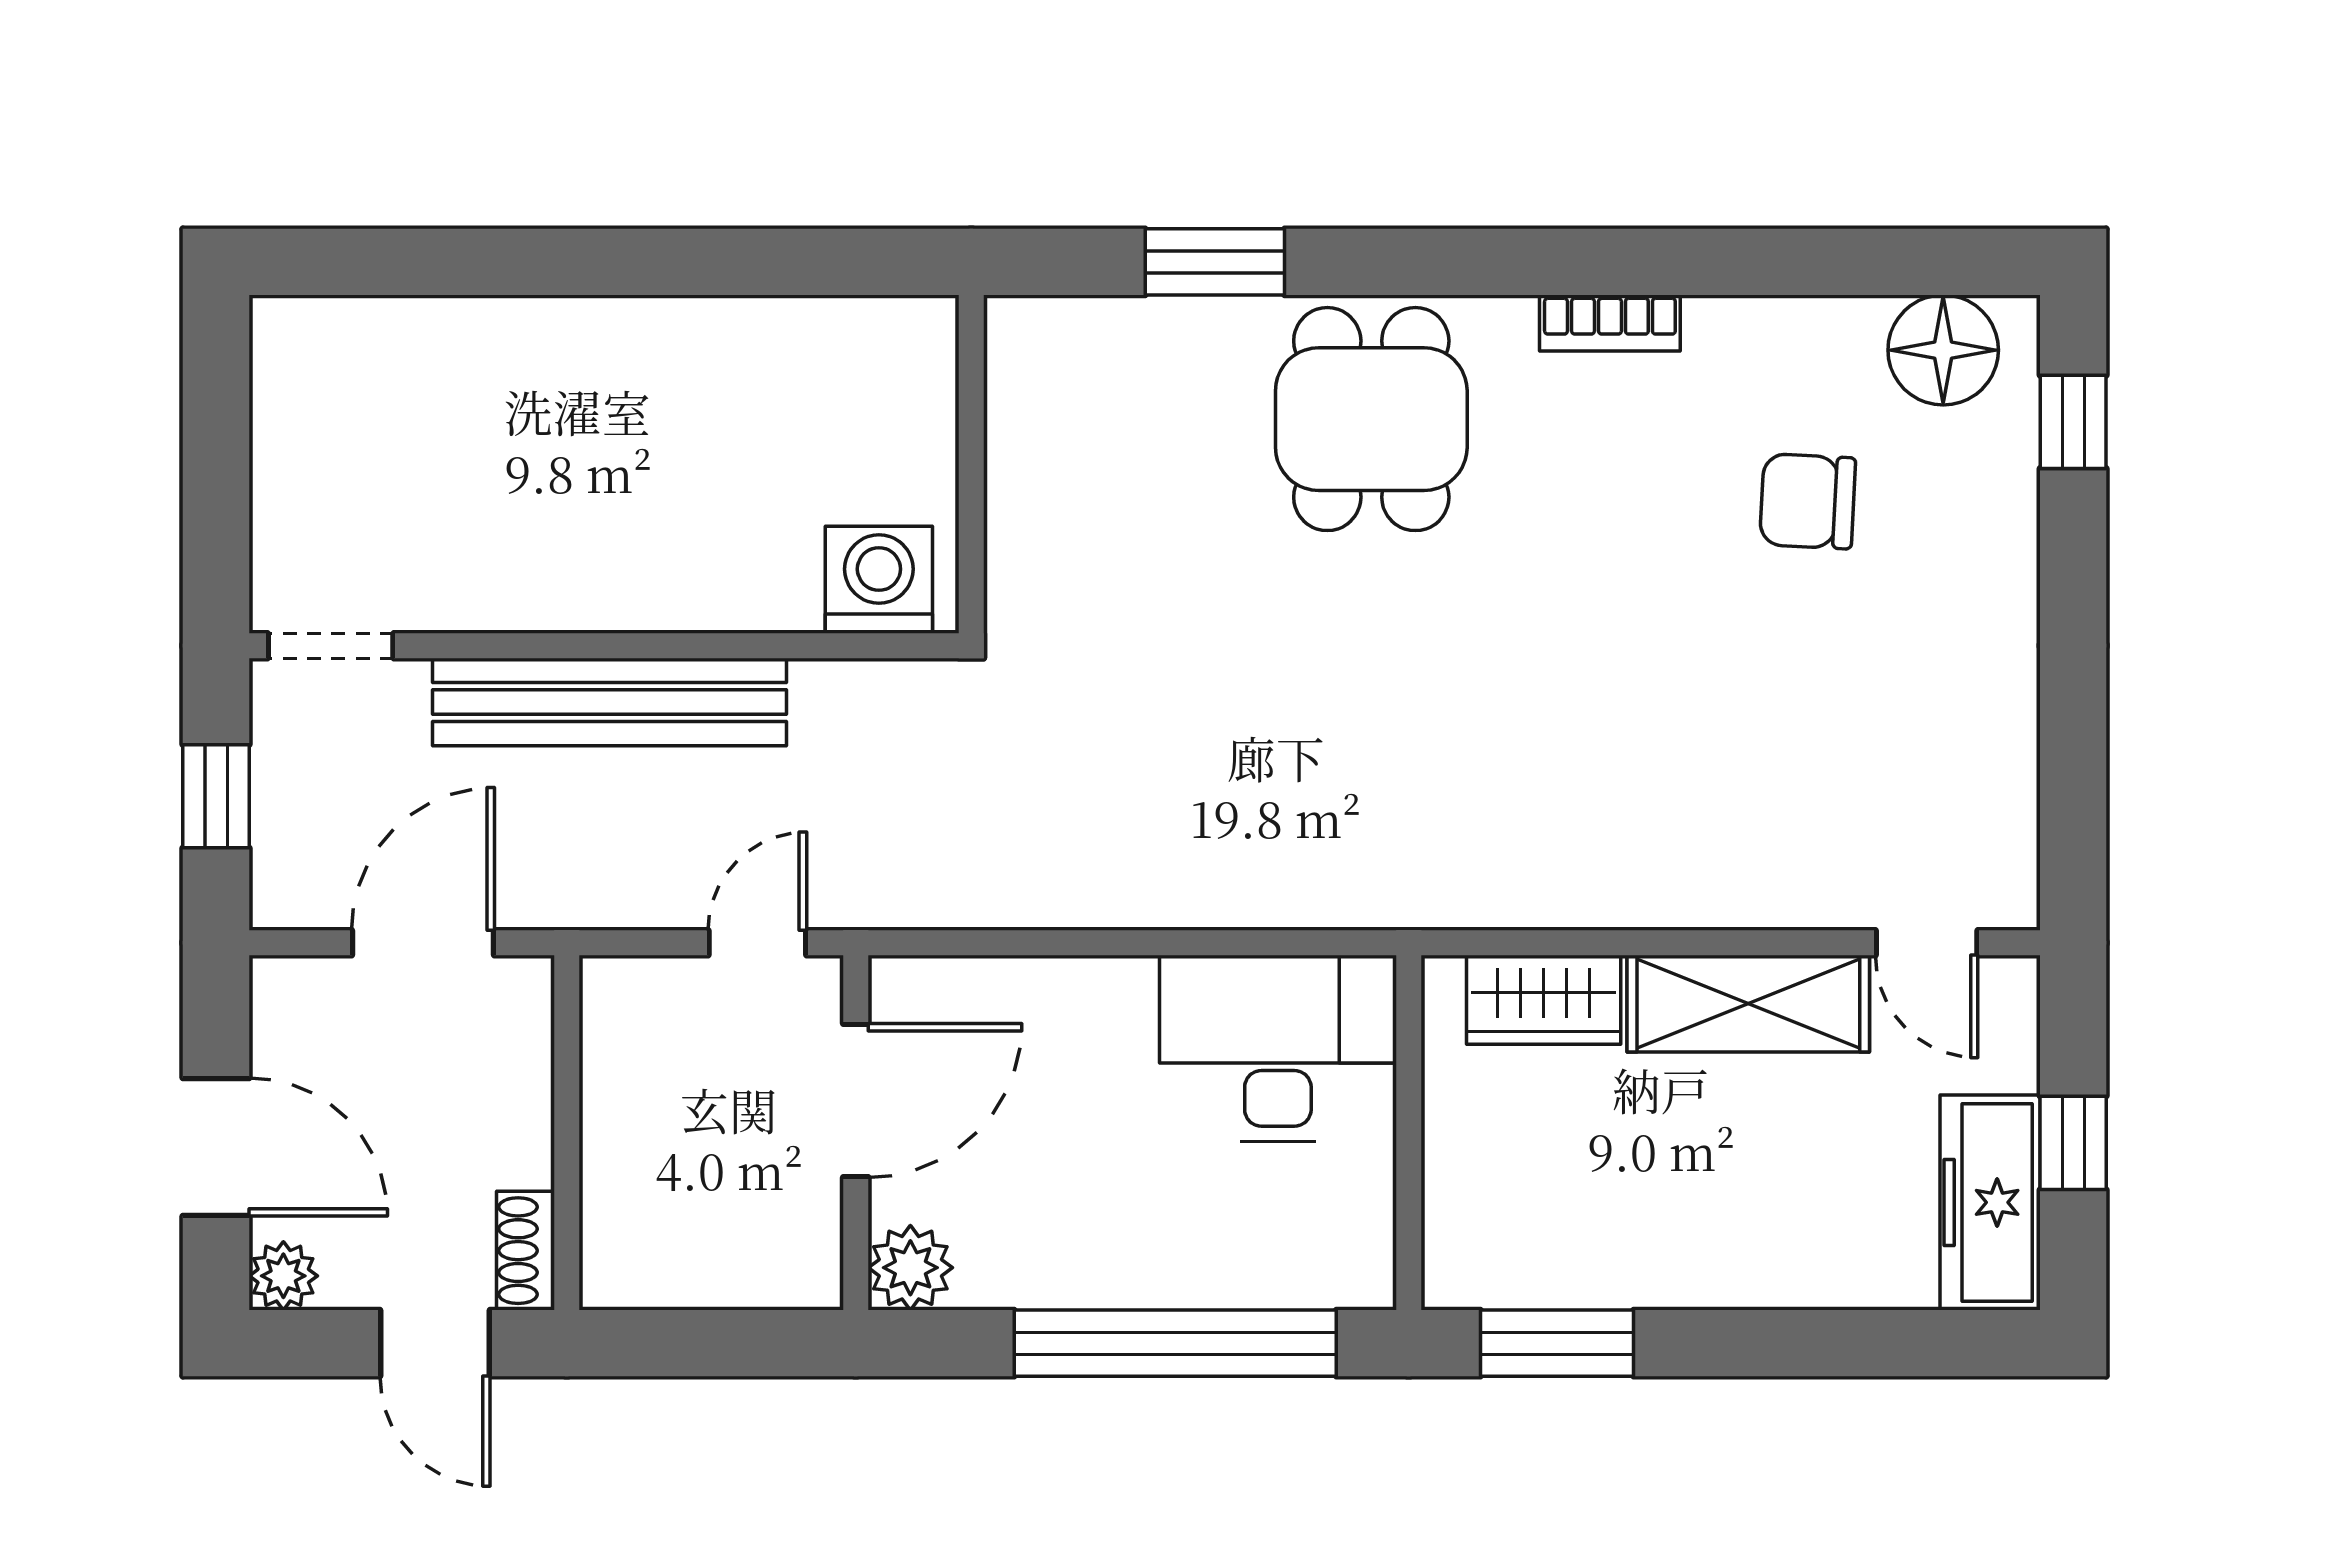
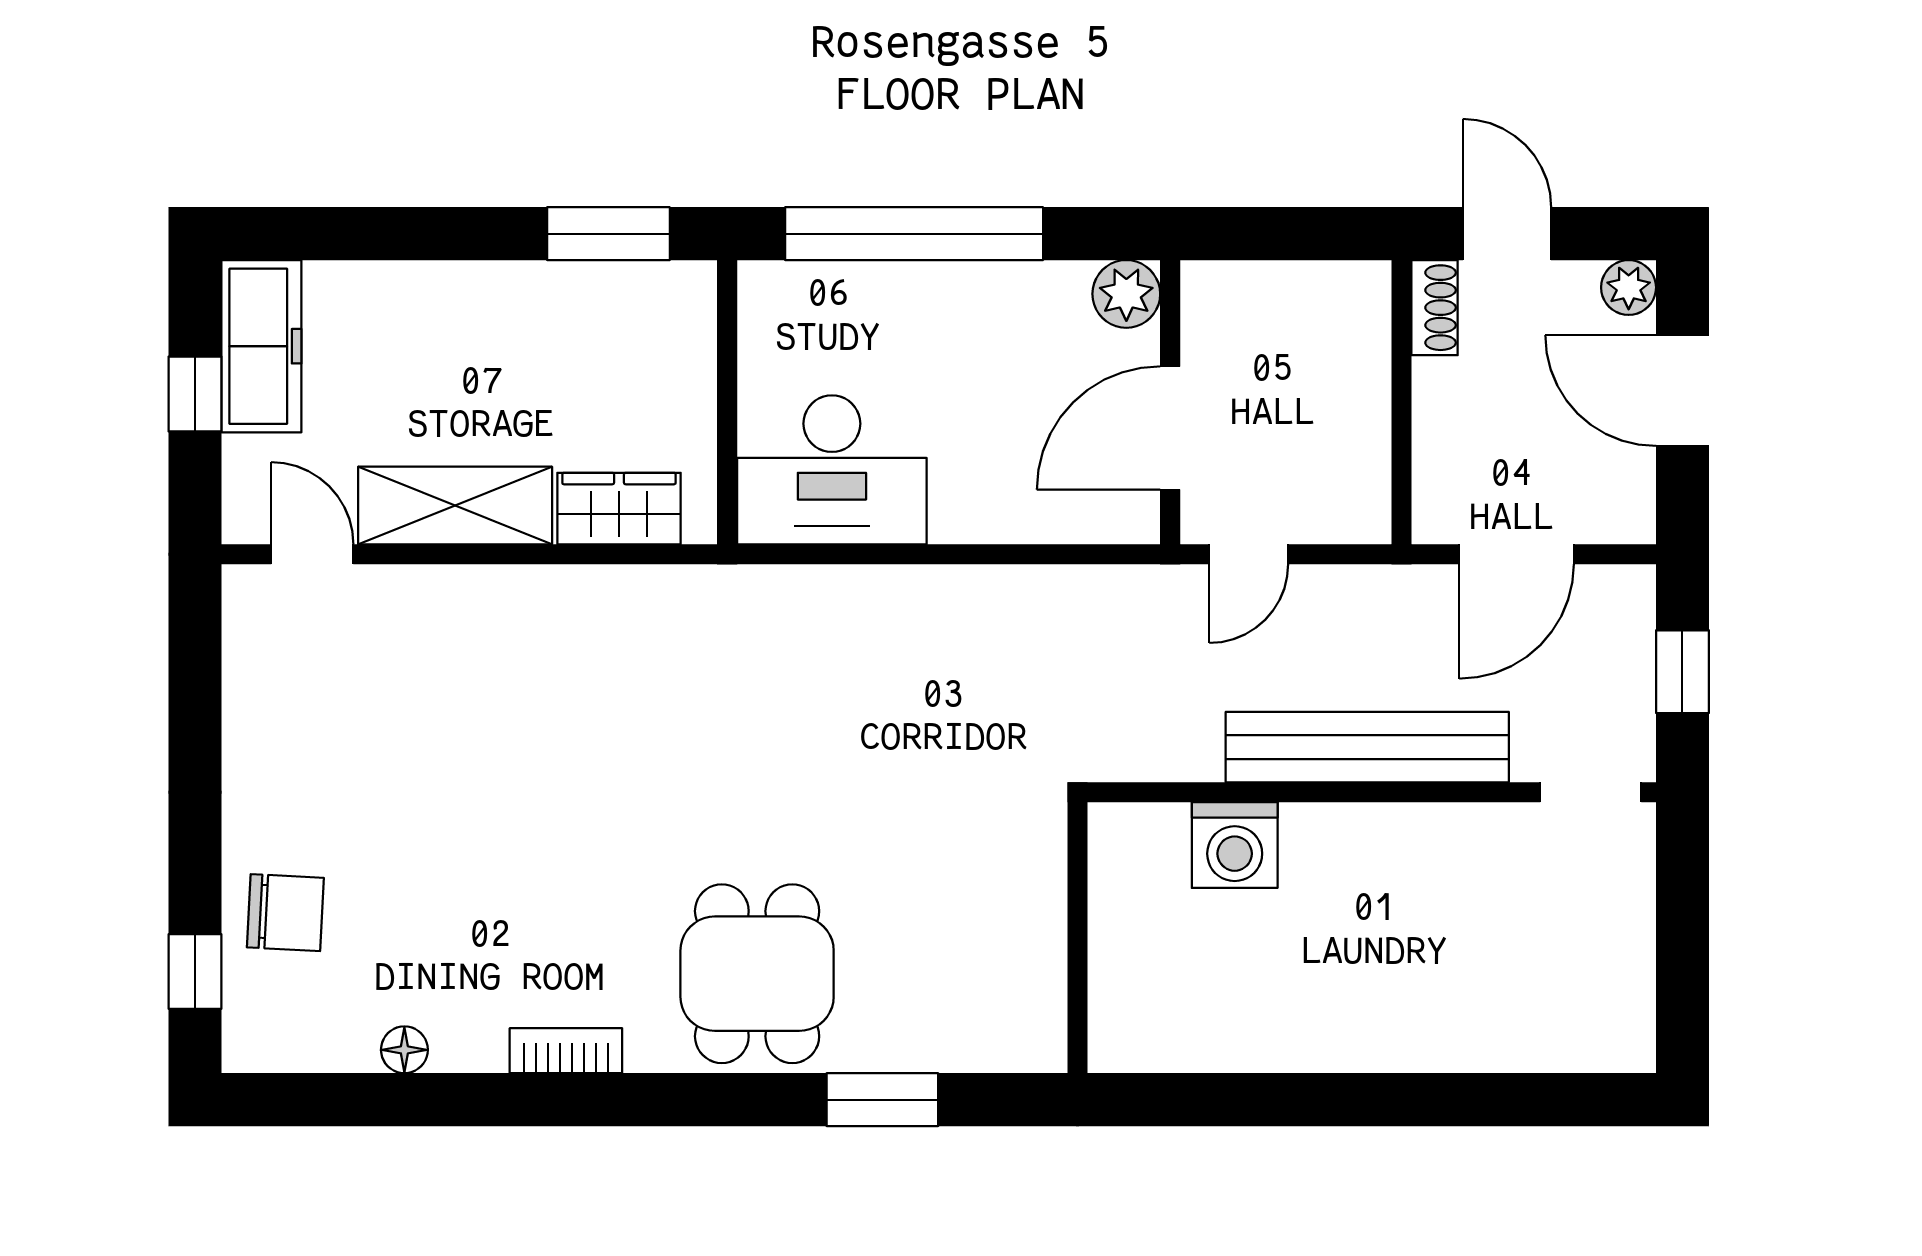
floor lamp: (1943, 350) -> (404, 1050), moved, width x0.53, depth x0.53
chair: (1808, 501) -> (285, 913), moved
washing machine: (879, 580) -> (1235, 845), moved

